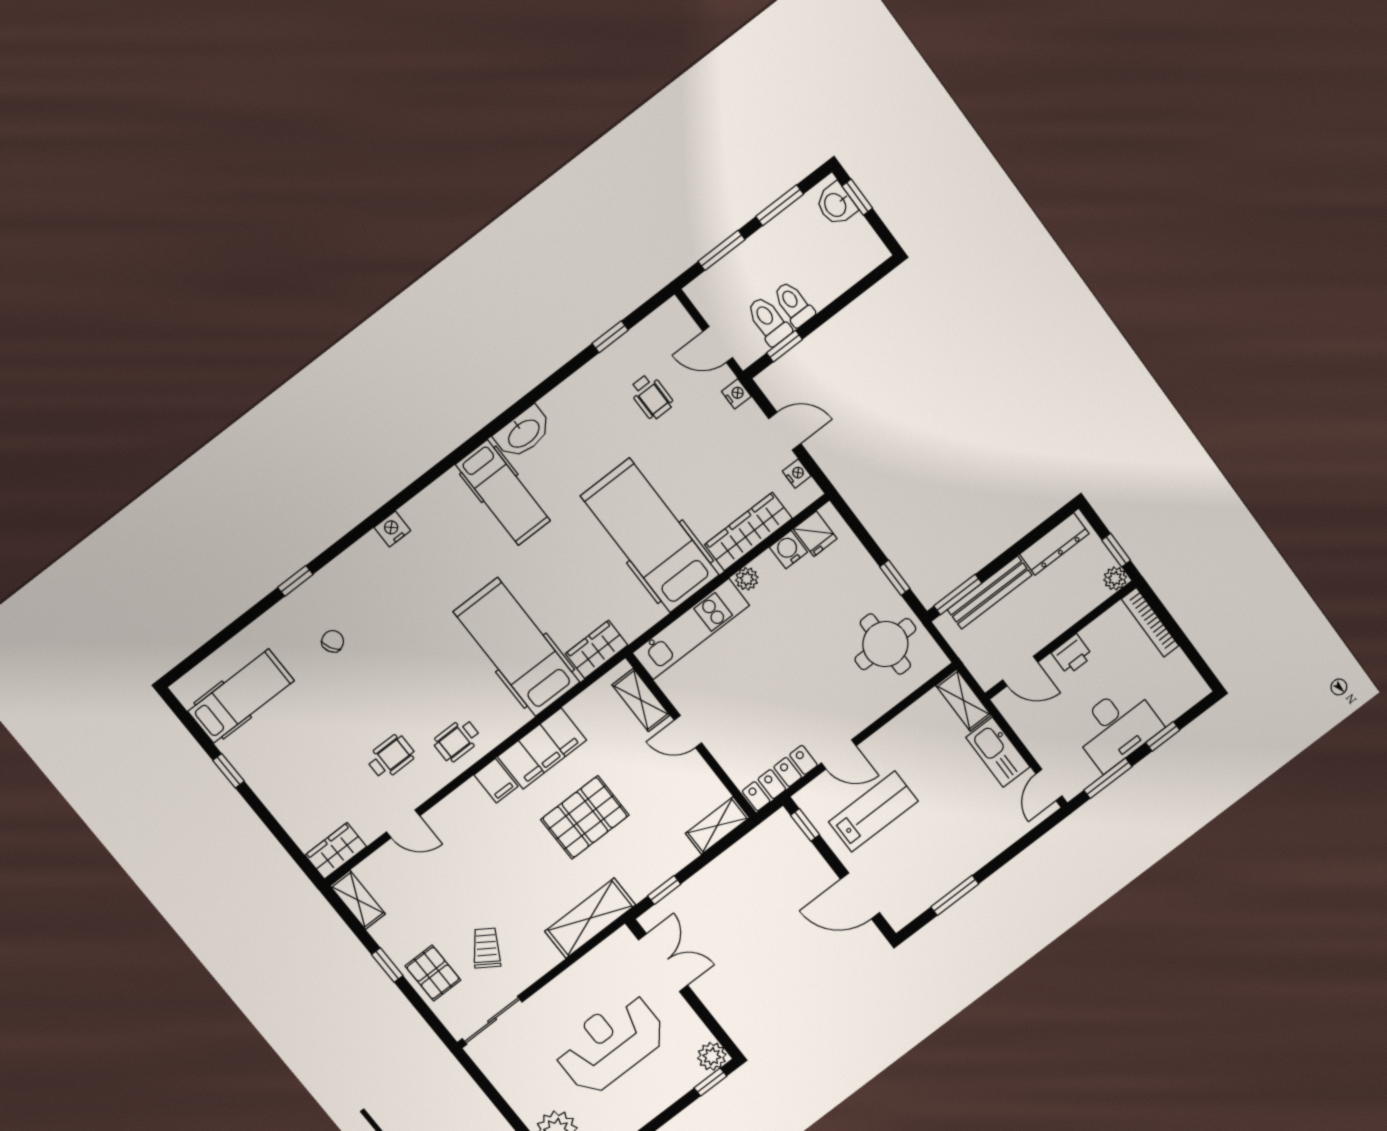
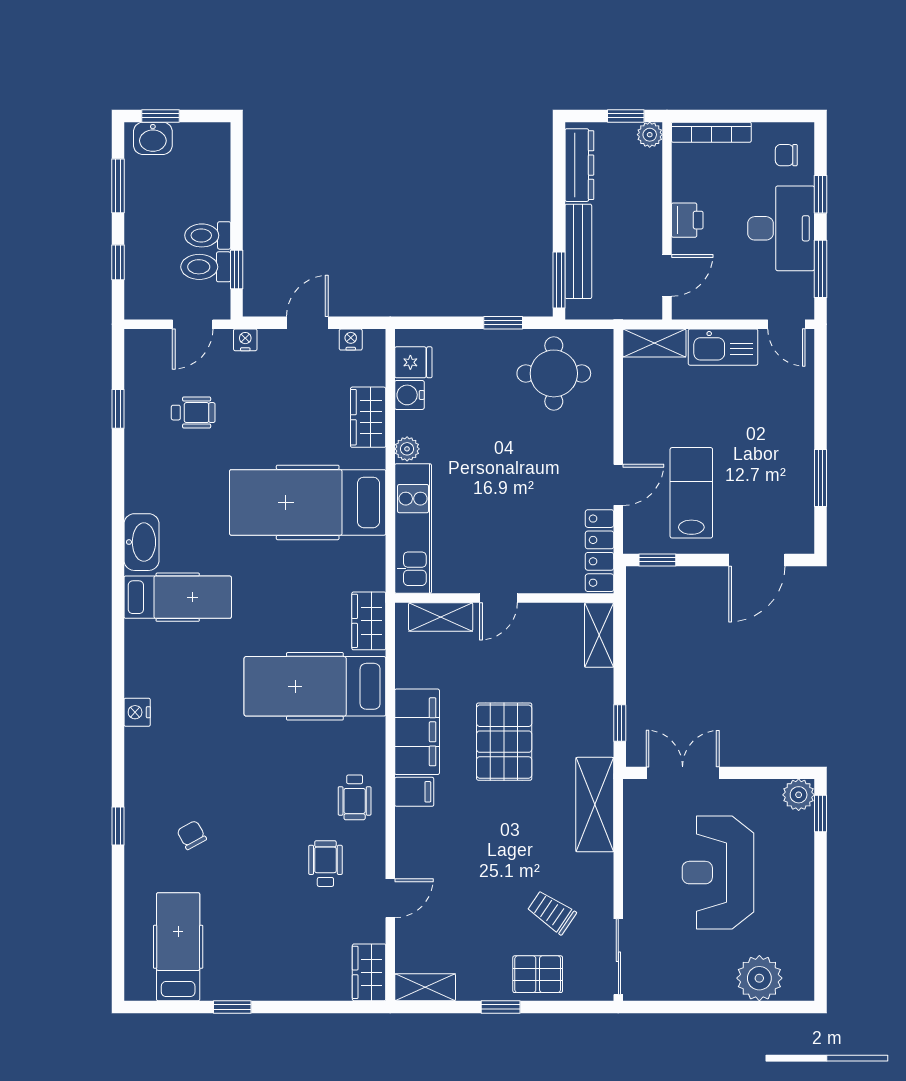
window: (721, 250) -> (118, 262), width x0.67
wardrobe: (748, 532) -> (368, 417), width x0.67
chair: (1173, 690) -> (786, 155), added

